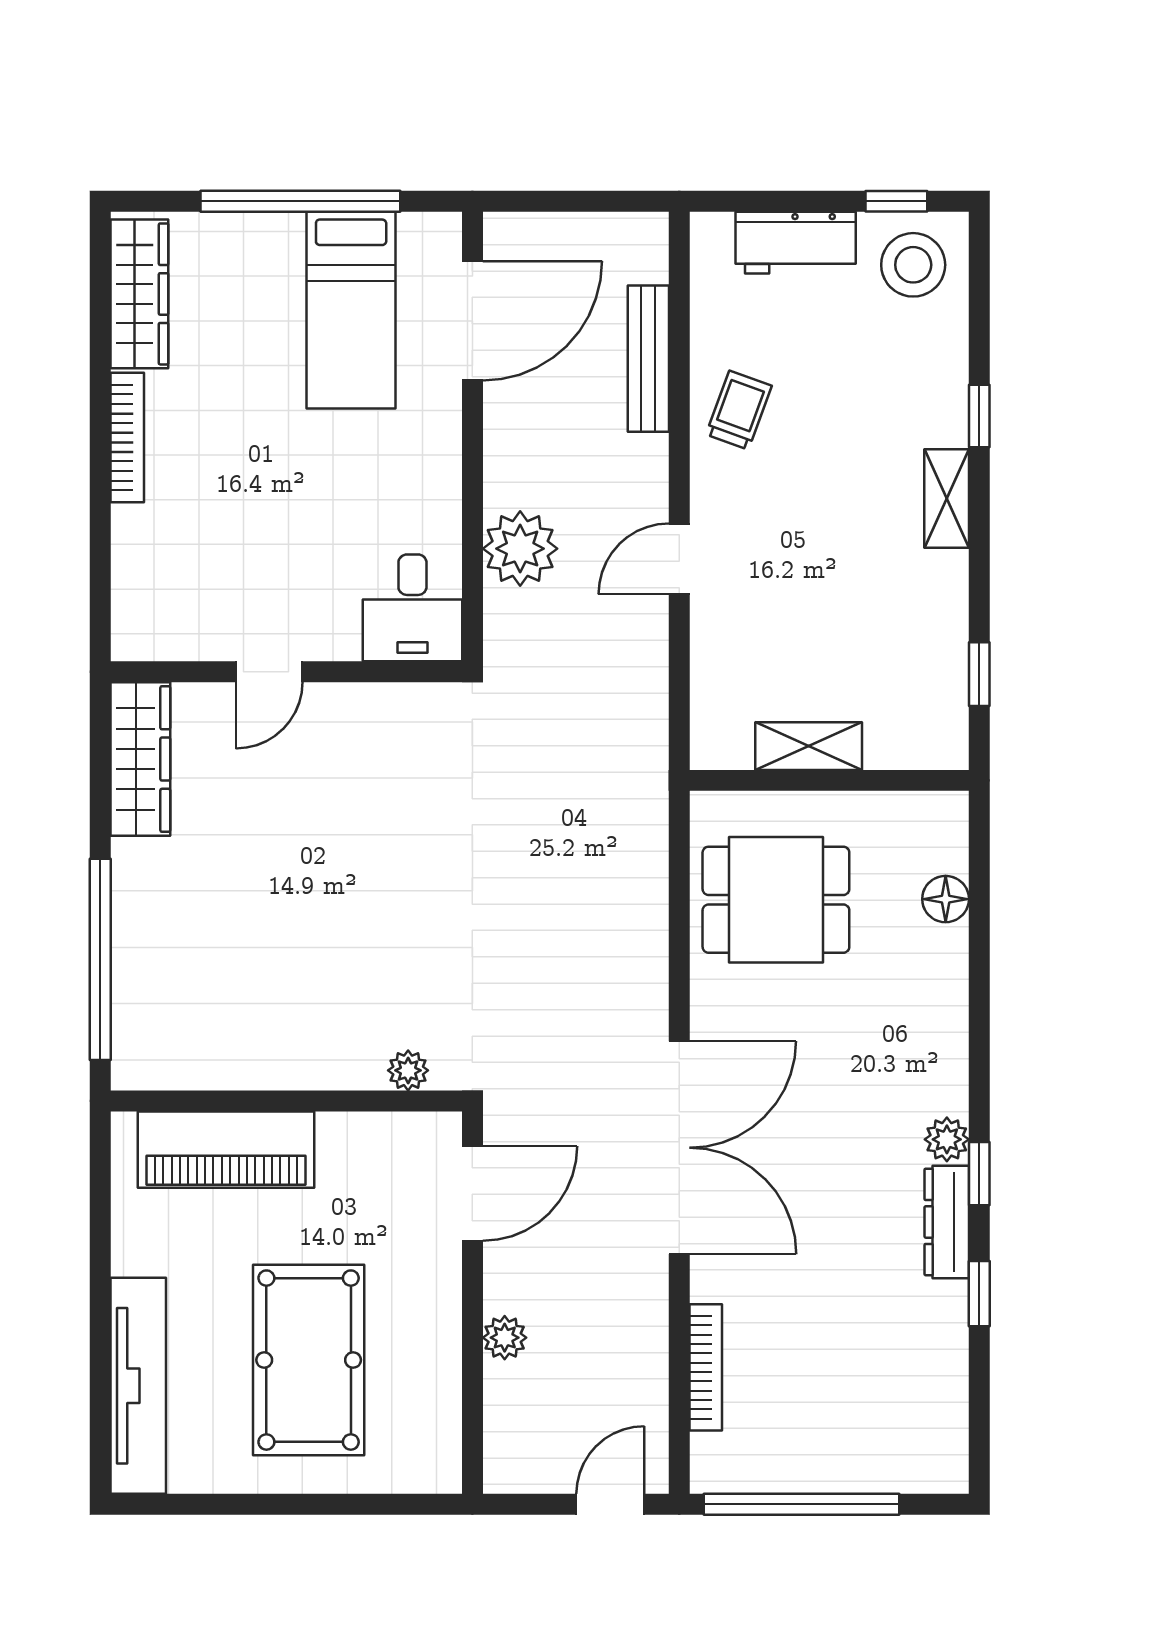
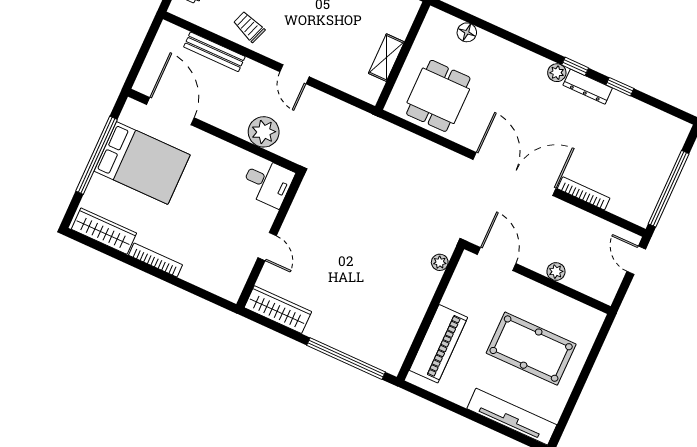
bed: (351, 310) -> (142, 163), width x1.50
bookcase: (706, 1367) -> (584, 193), moved

